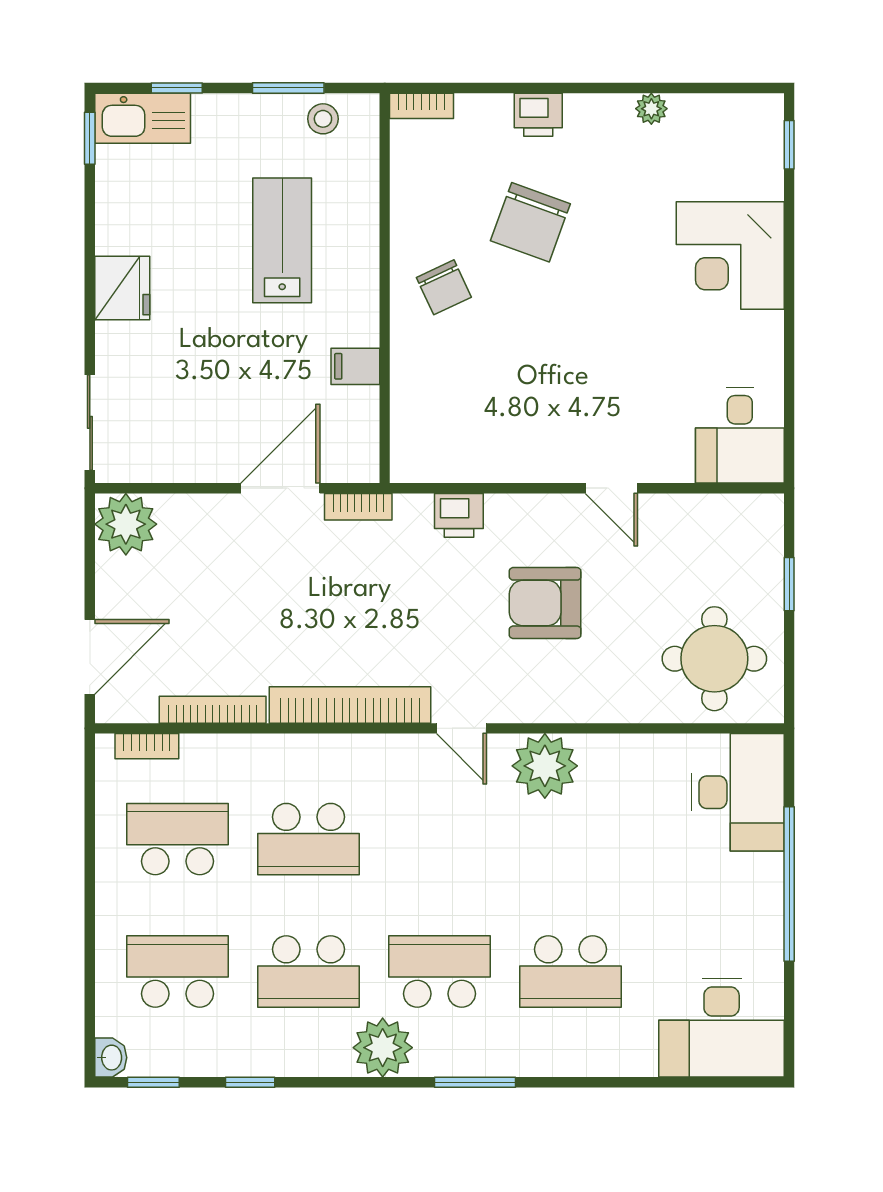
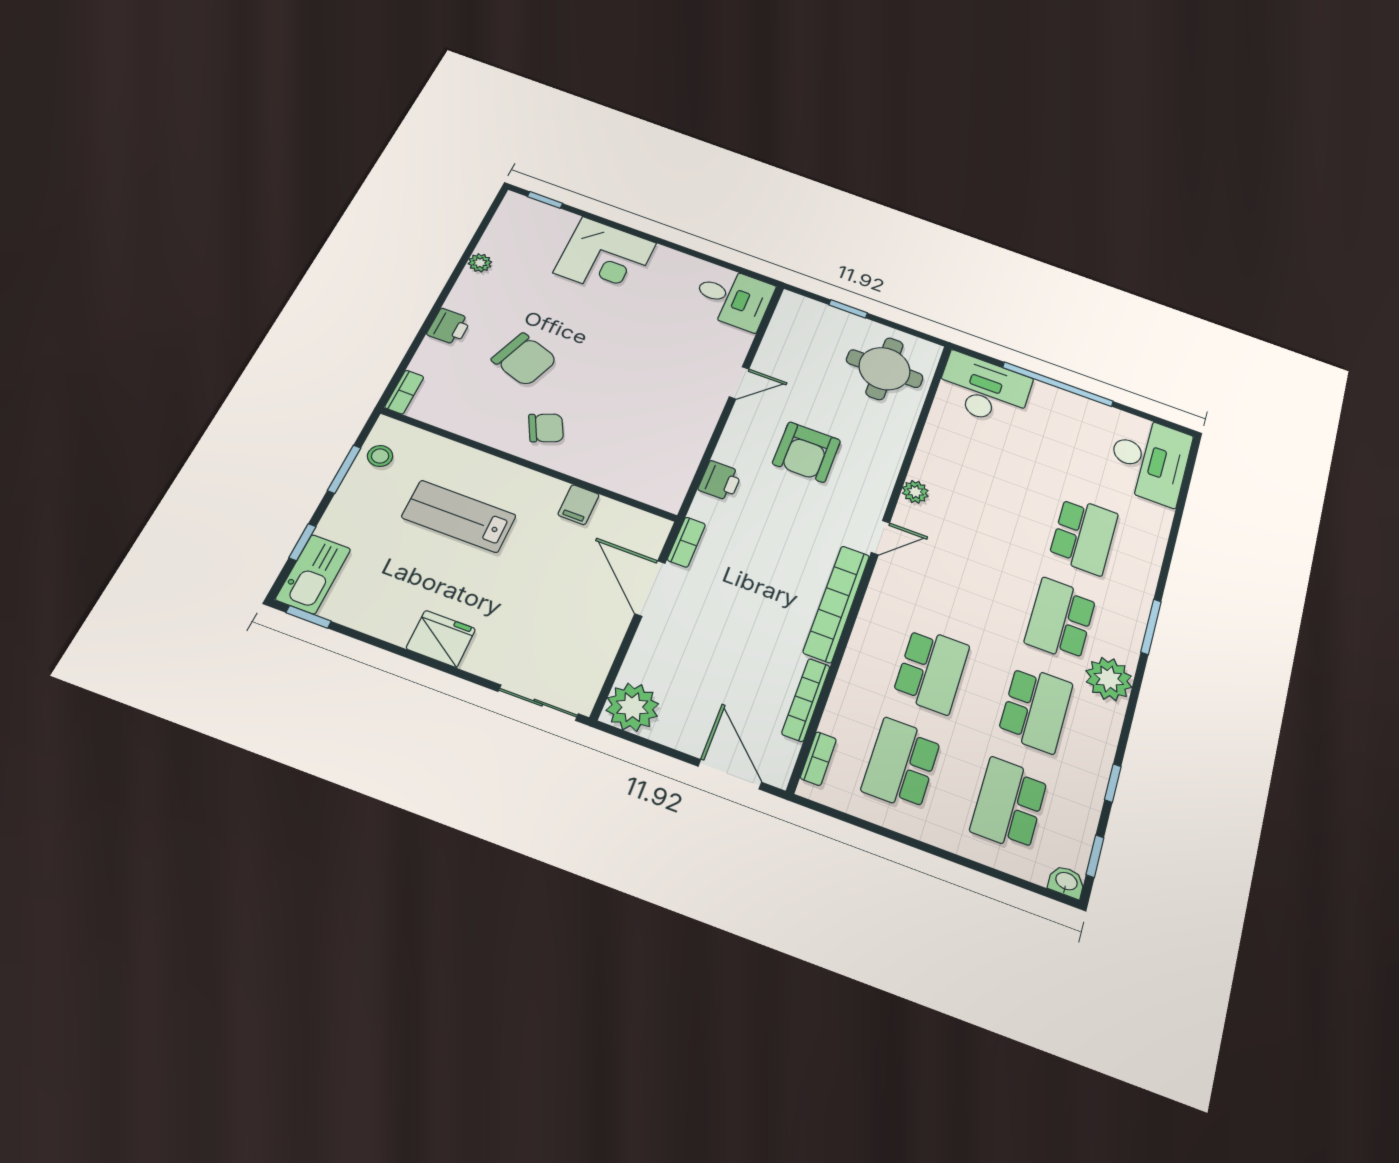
plant: (545, 766) -> (915, 492), width x0.53, depth x0.53

